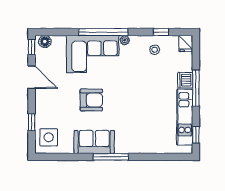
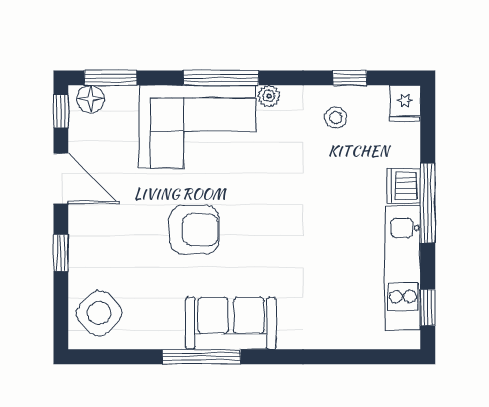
window: (54, 32) -> (111, 78), added
window: (103, 32) -> (221, 78), width x0.68
window: (32, 122) -> (61, 253), moved
side table: (49, 137) -> (99, 313), turned 45
sofa: (94, 142) -> (231, 323), moved
window: (111, 157) -> (201, 357), moved

